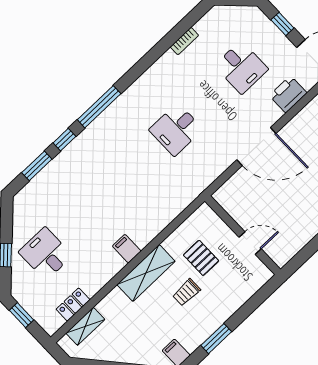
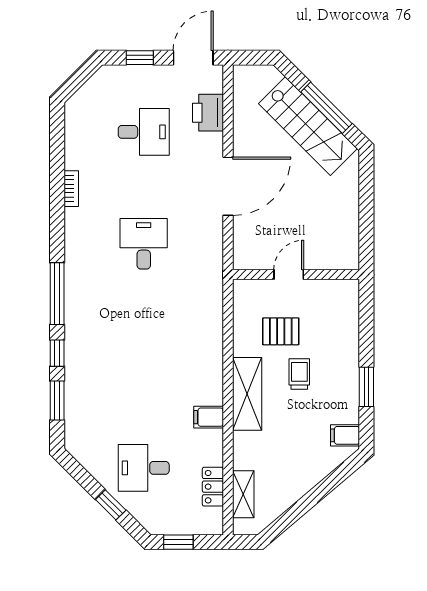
bookcase: (184, 41) -> (71, 189), moved
desk: (176, 129) -> (144, 244), turned 180
door: (250, 243) -> (289, 274), moved
filing cabinet: (127, 249) -> (209, 417), moved
trolley: (186, 292) -> (299, 374), turned 180

